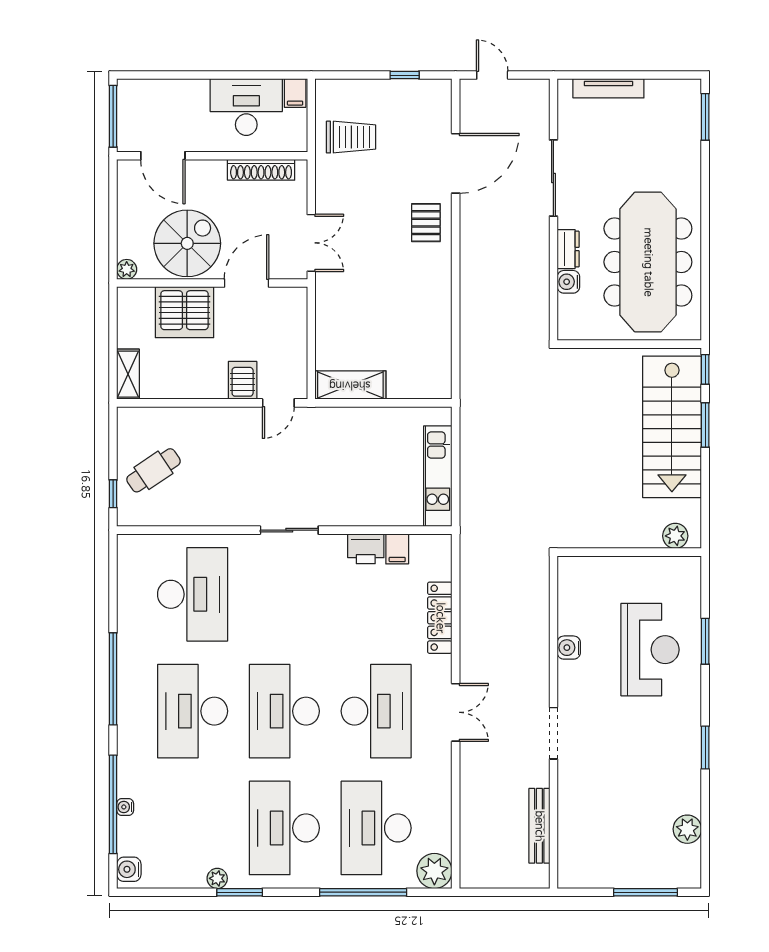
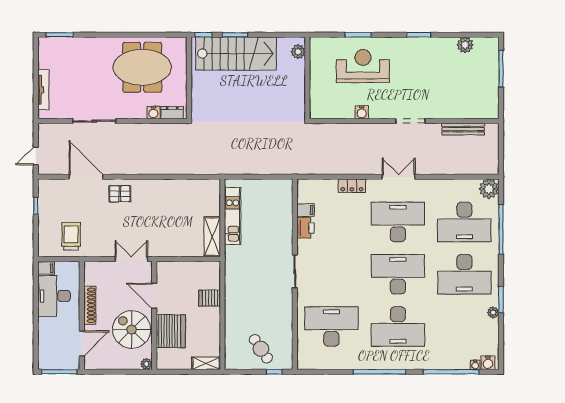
shoe rack: (261, 170) -> (90, 305), moved
dresser: (568, 249) -> (172, 113), moved
meeting table: (648, 262) -> (142, 67), width x0.73
door: (278, 403) -> (222, 278), removed
kitchen unit: (438, 476) -> (233, 216), moved, turned -90
locker: (440, 618) -> (352, 186), width x0.66
desk: (284, 711) -> (398, 274), turned 180
water cooler: (125, 807) -> (475, 365), moved

